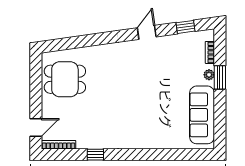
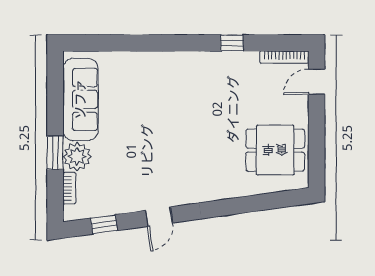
plant: (209, 75) -> (77, 156), width x1.87, depth x1.87

